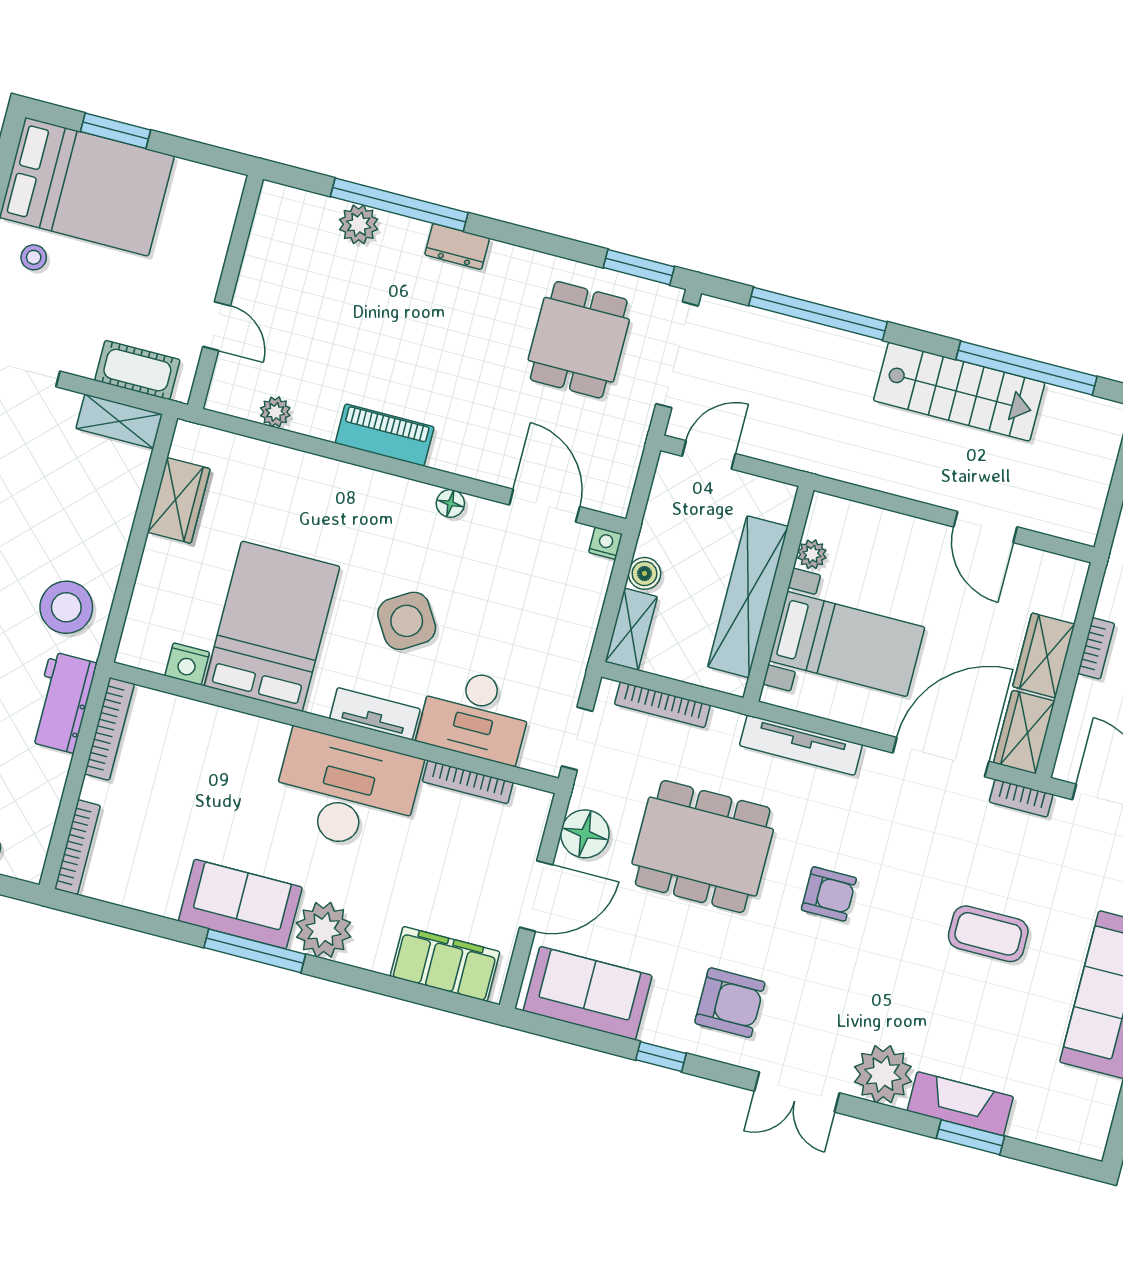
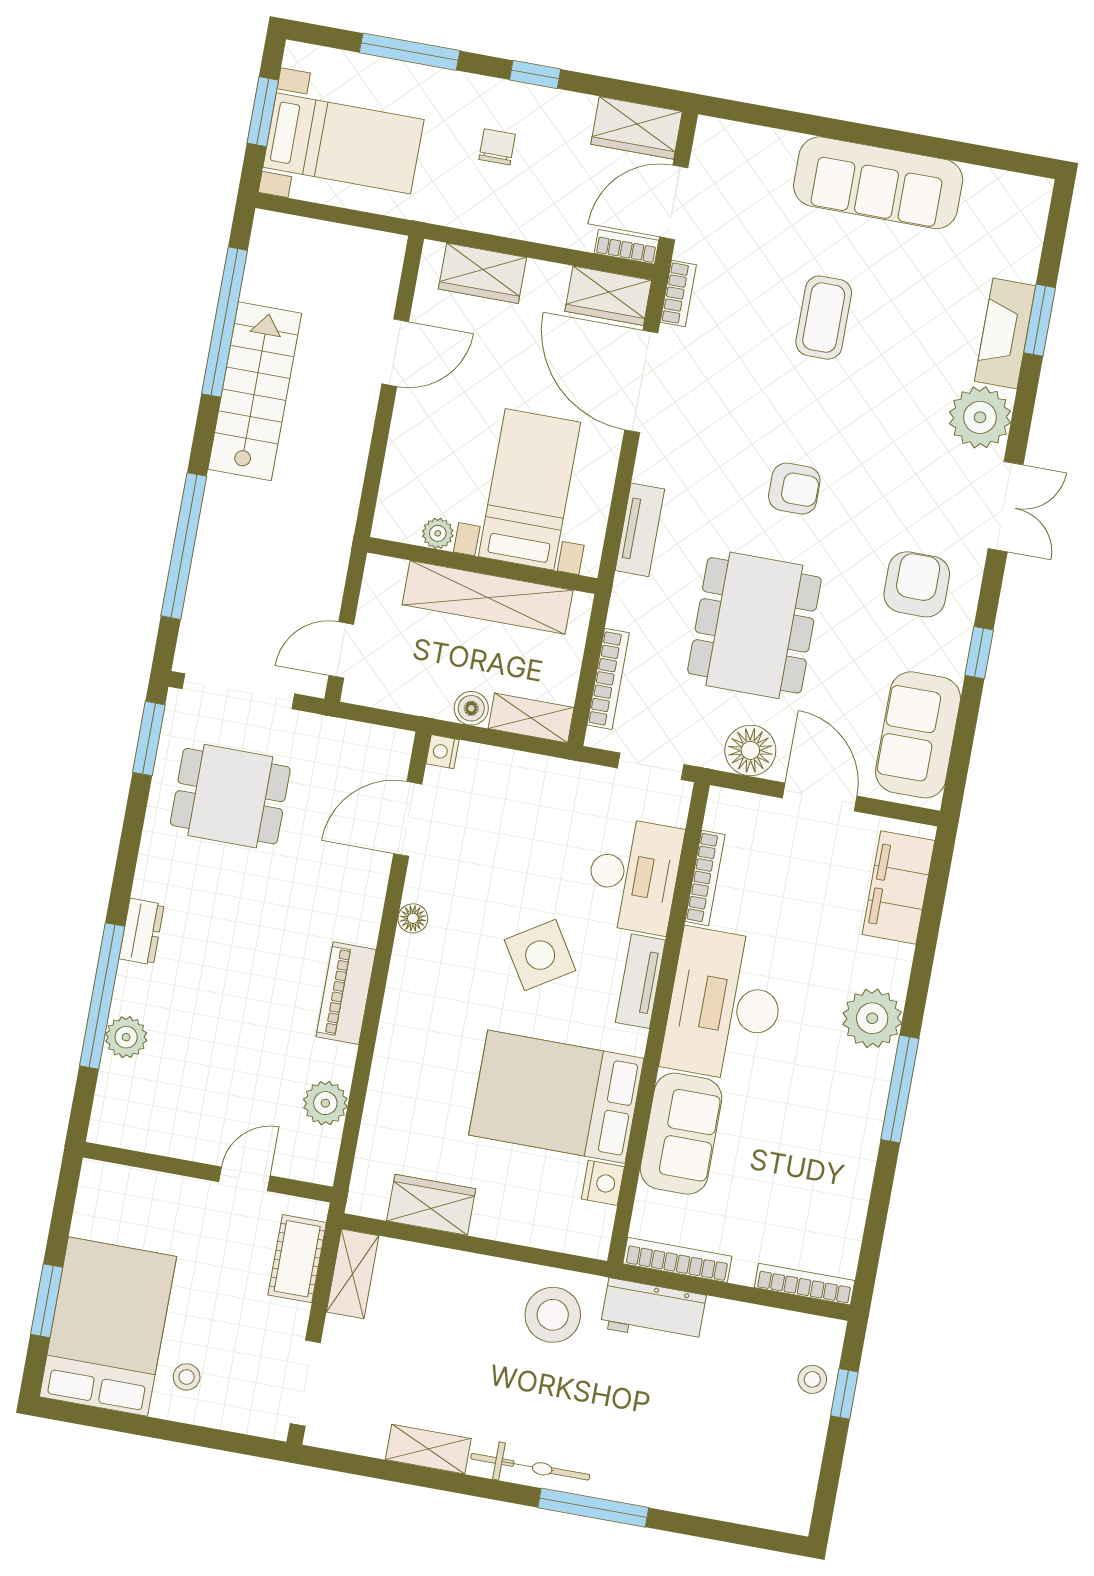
plant: (275, 412) -> (325, 1103), width x1.38, depth x1.38
door: (709, 455) -> (341, 650), hinge flipped
bookcase: (1096, 648) -> (627, 247), moved
wardrobe: (1044, 655) -> (482, 273), moved
tv unit: (801, 745) -> (640, 530), width x0.71
armchair: (829, 894) -> (794, 489), turned 90
sofa: (240, 904) -> (681, 1134), moved, turned 180

